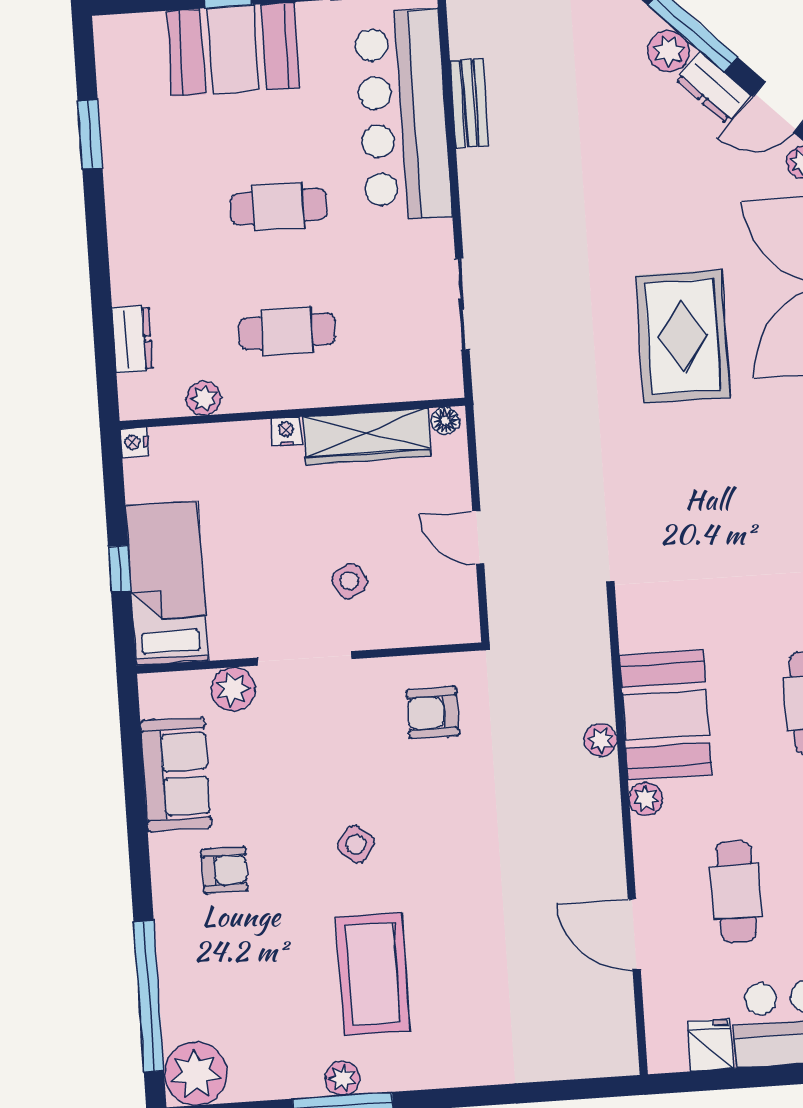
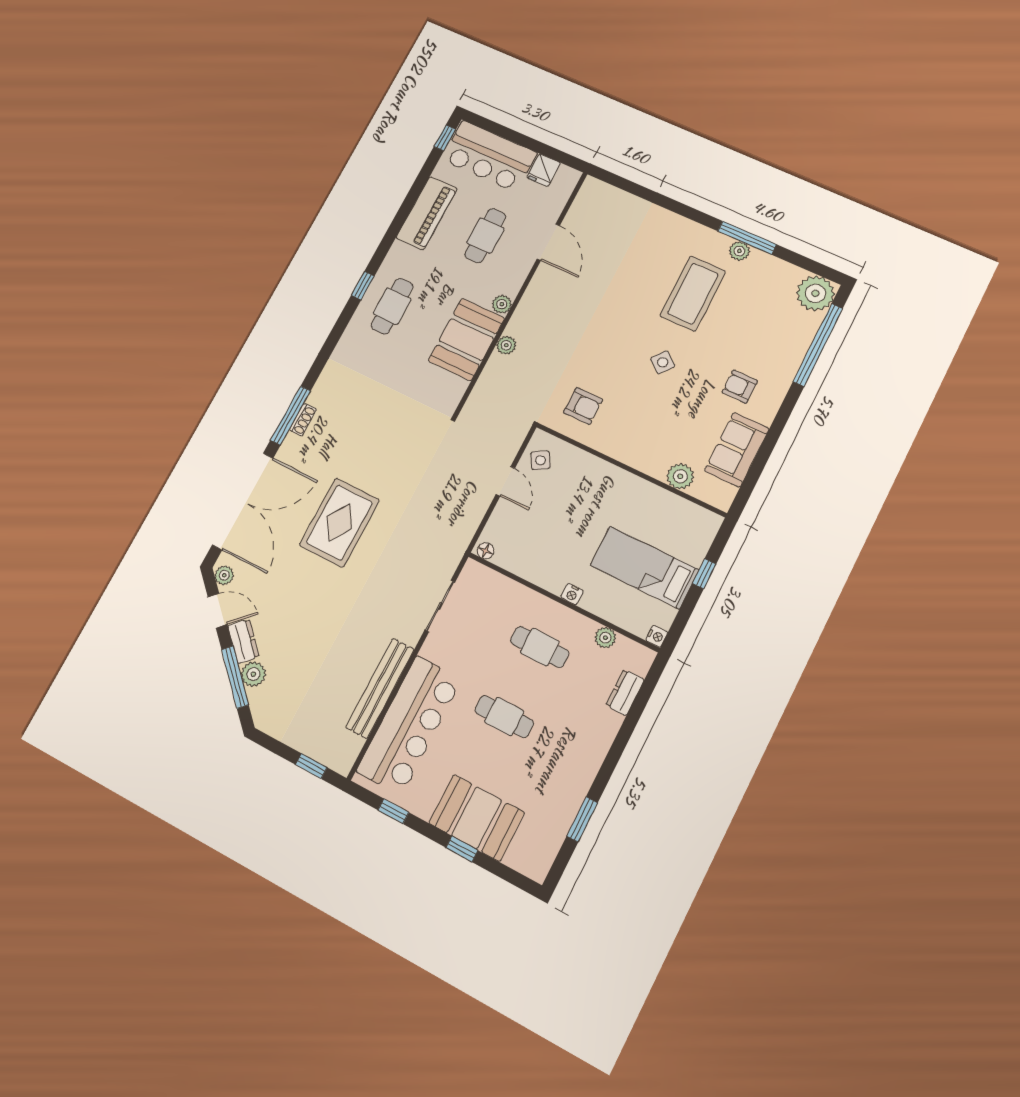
bench: (469, 103) -> (380, 688), width x1.86, depth x1.21
wardrobe: (367, 437) -> (531, 567), removed
side table: (349, 581) -> (540, 460), moved
bed: (167, 583) -> (644, 568), moved, turned 90
doorway: (304, 658) -> (633, 471), removed

